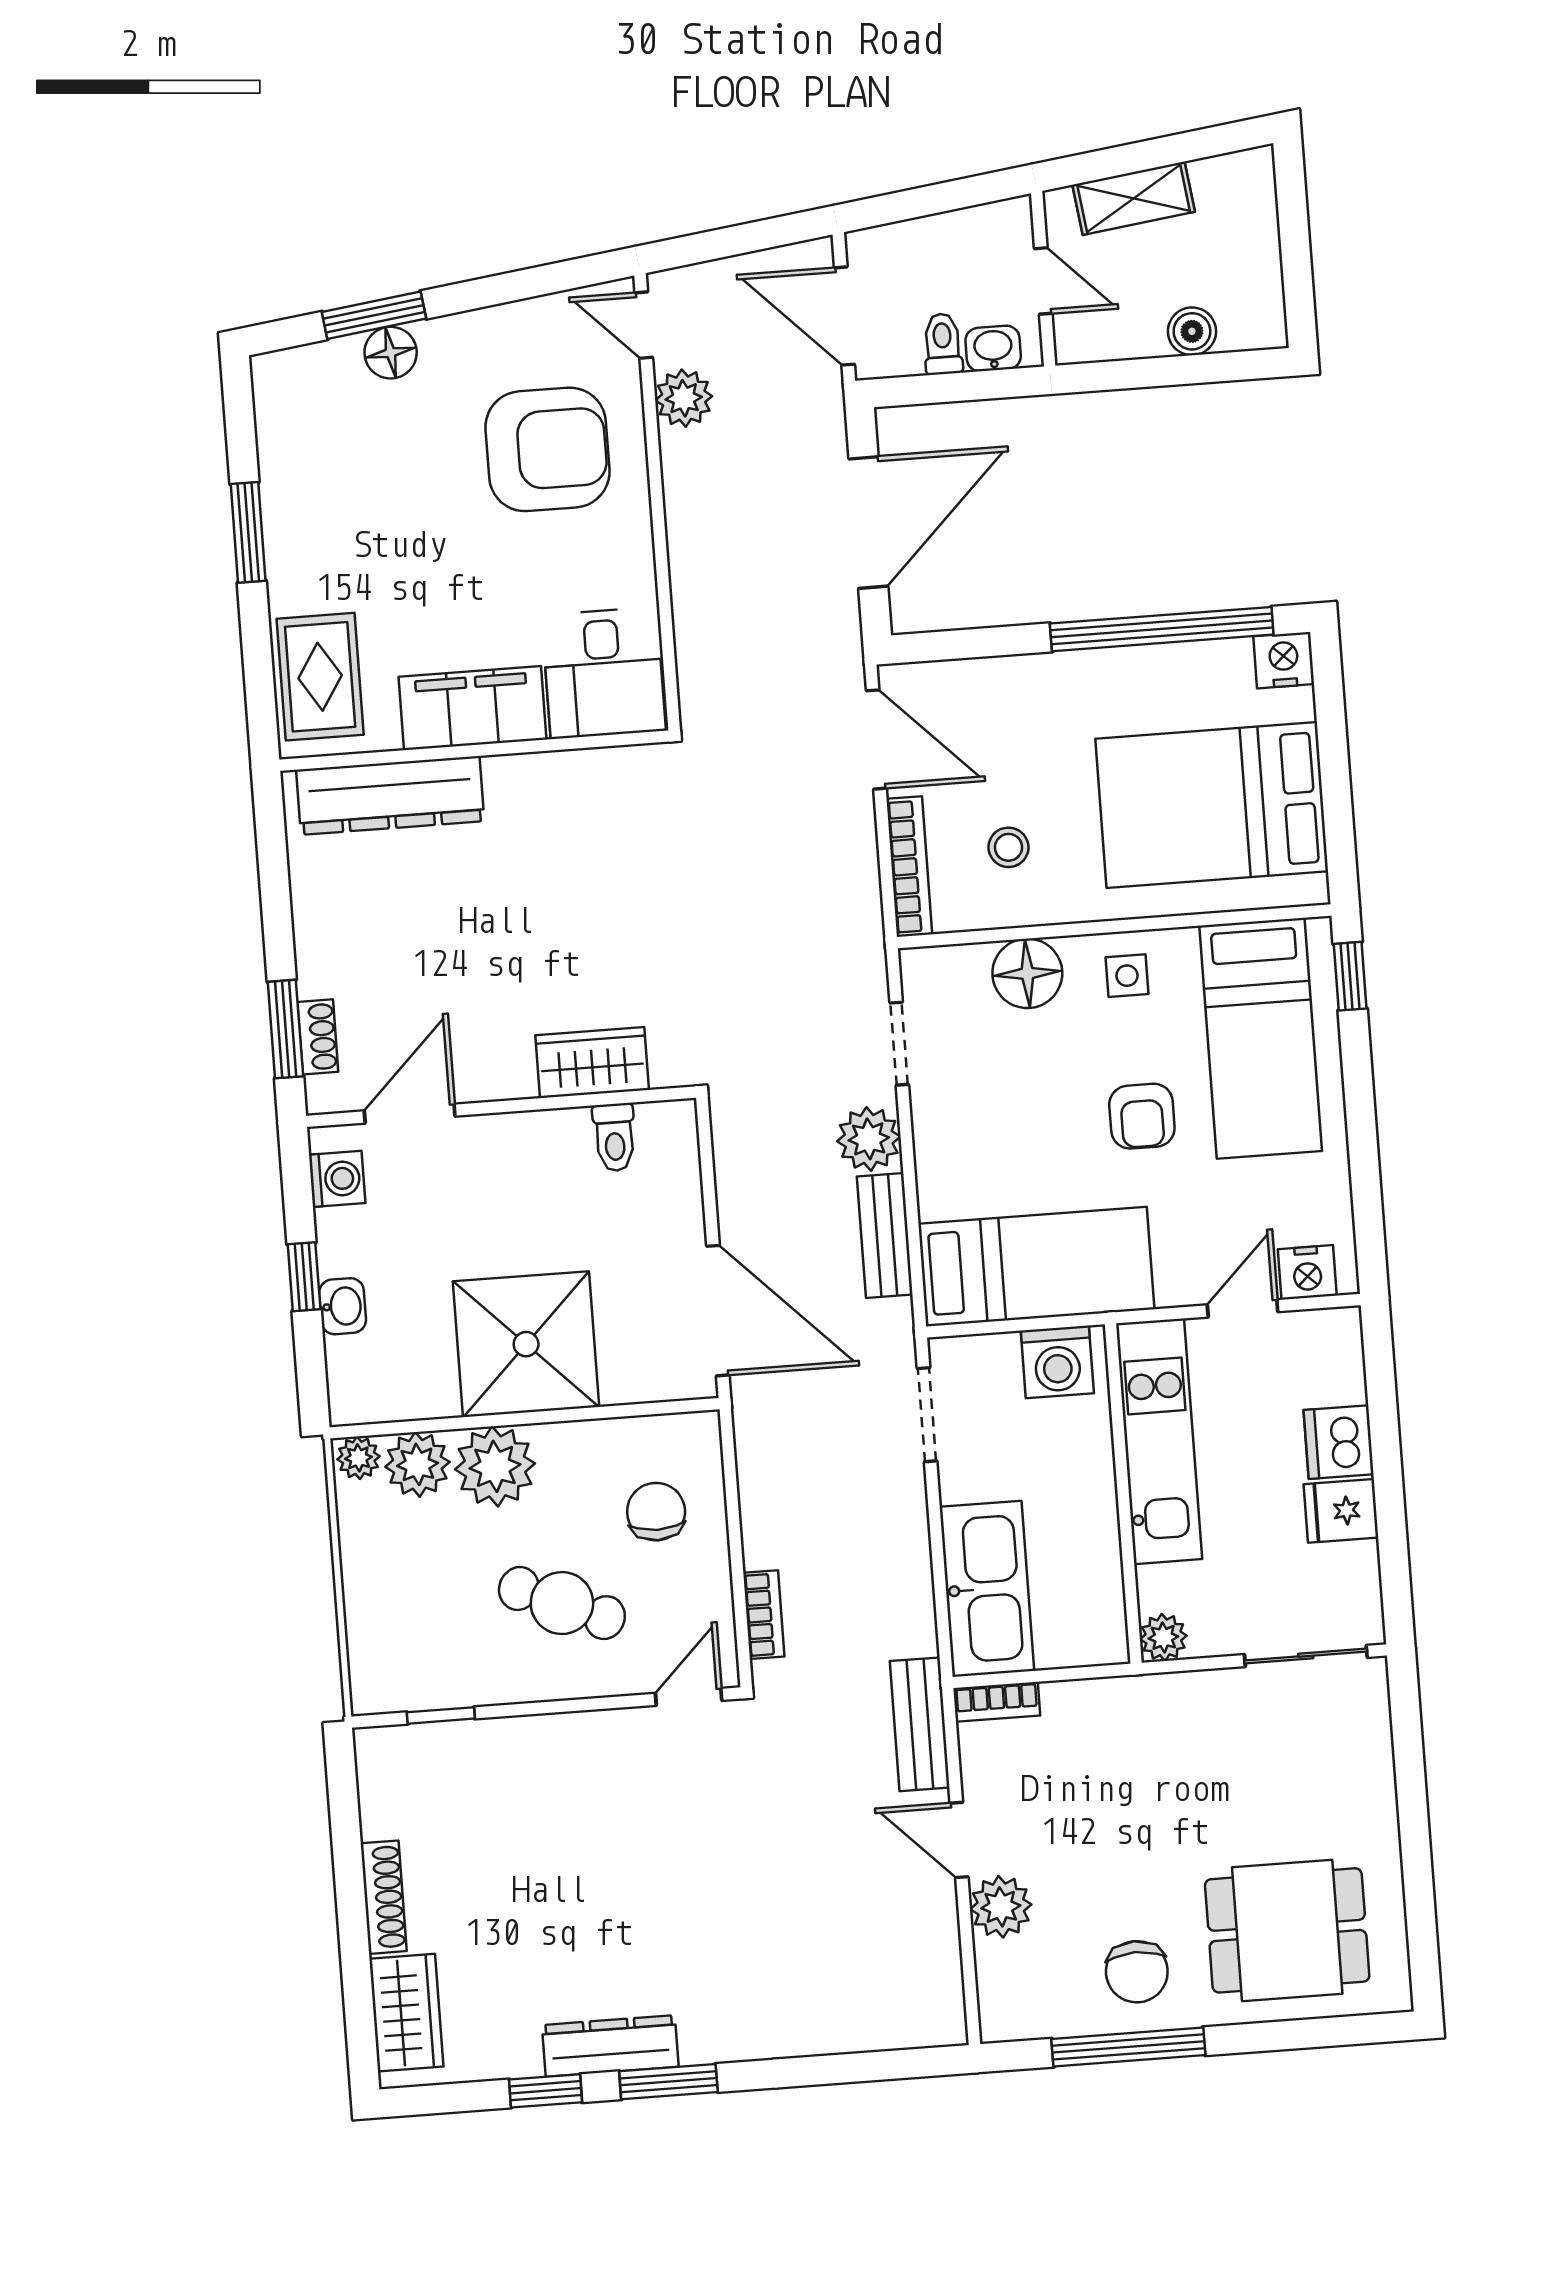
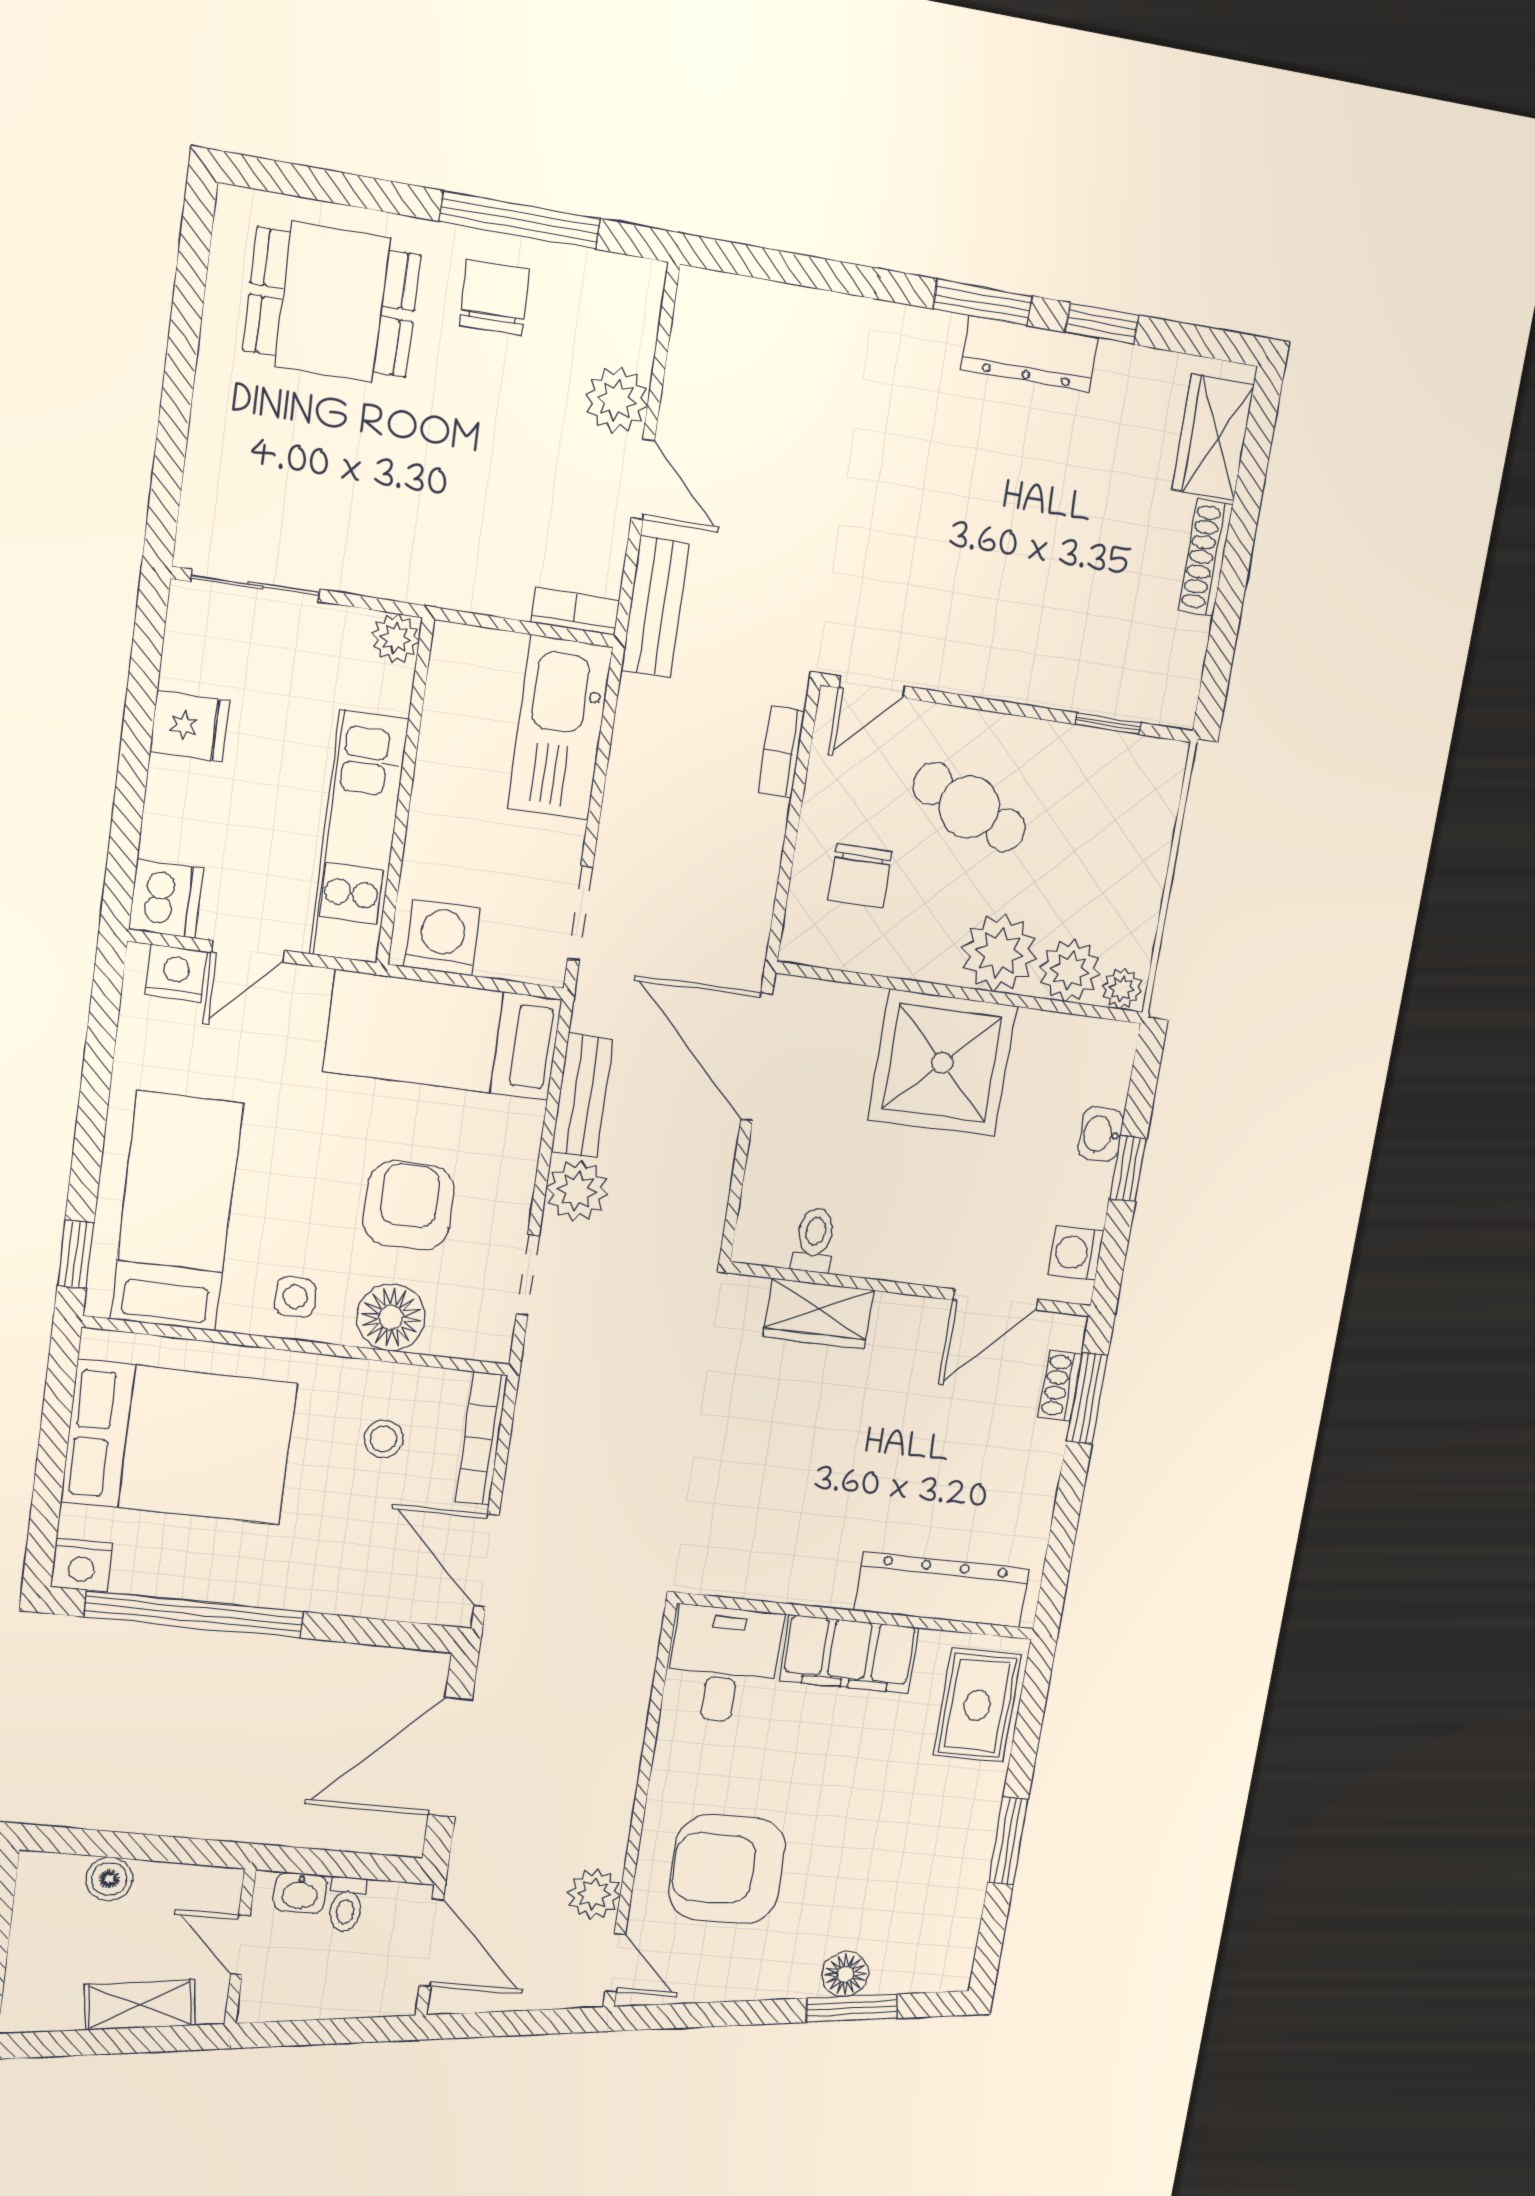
armchair: (1142, 1116) -> (409, 1205), moved, width x1.38, depth x1.38
dishwasher: (1339, 1442) -> (166, 899), moved

